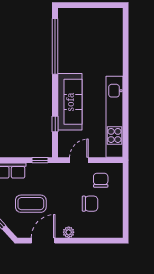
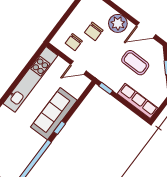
window: (55, 124) -> (60, 128), moved
chair: (90, 204) -> (94, 31), turned -90
plant: (69, 232) -> (118, 23), width x1.88, depth x1.88

